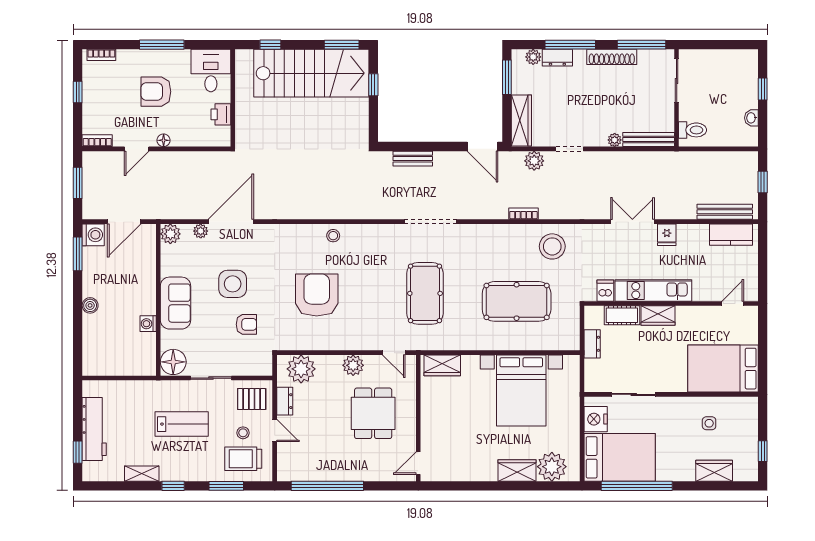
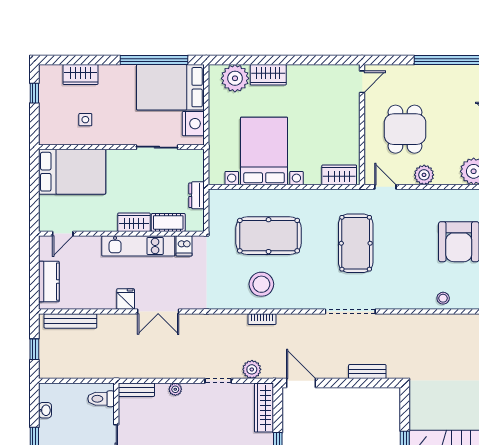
bench: (649, 139) -> (136, 390), width x0.73
kitchen counter: (731, 235) -> (49, 282), moved, turned 90
stool: (552, 246) -> (261, 284), moved

